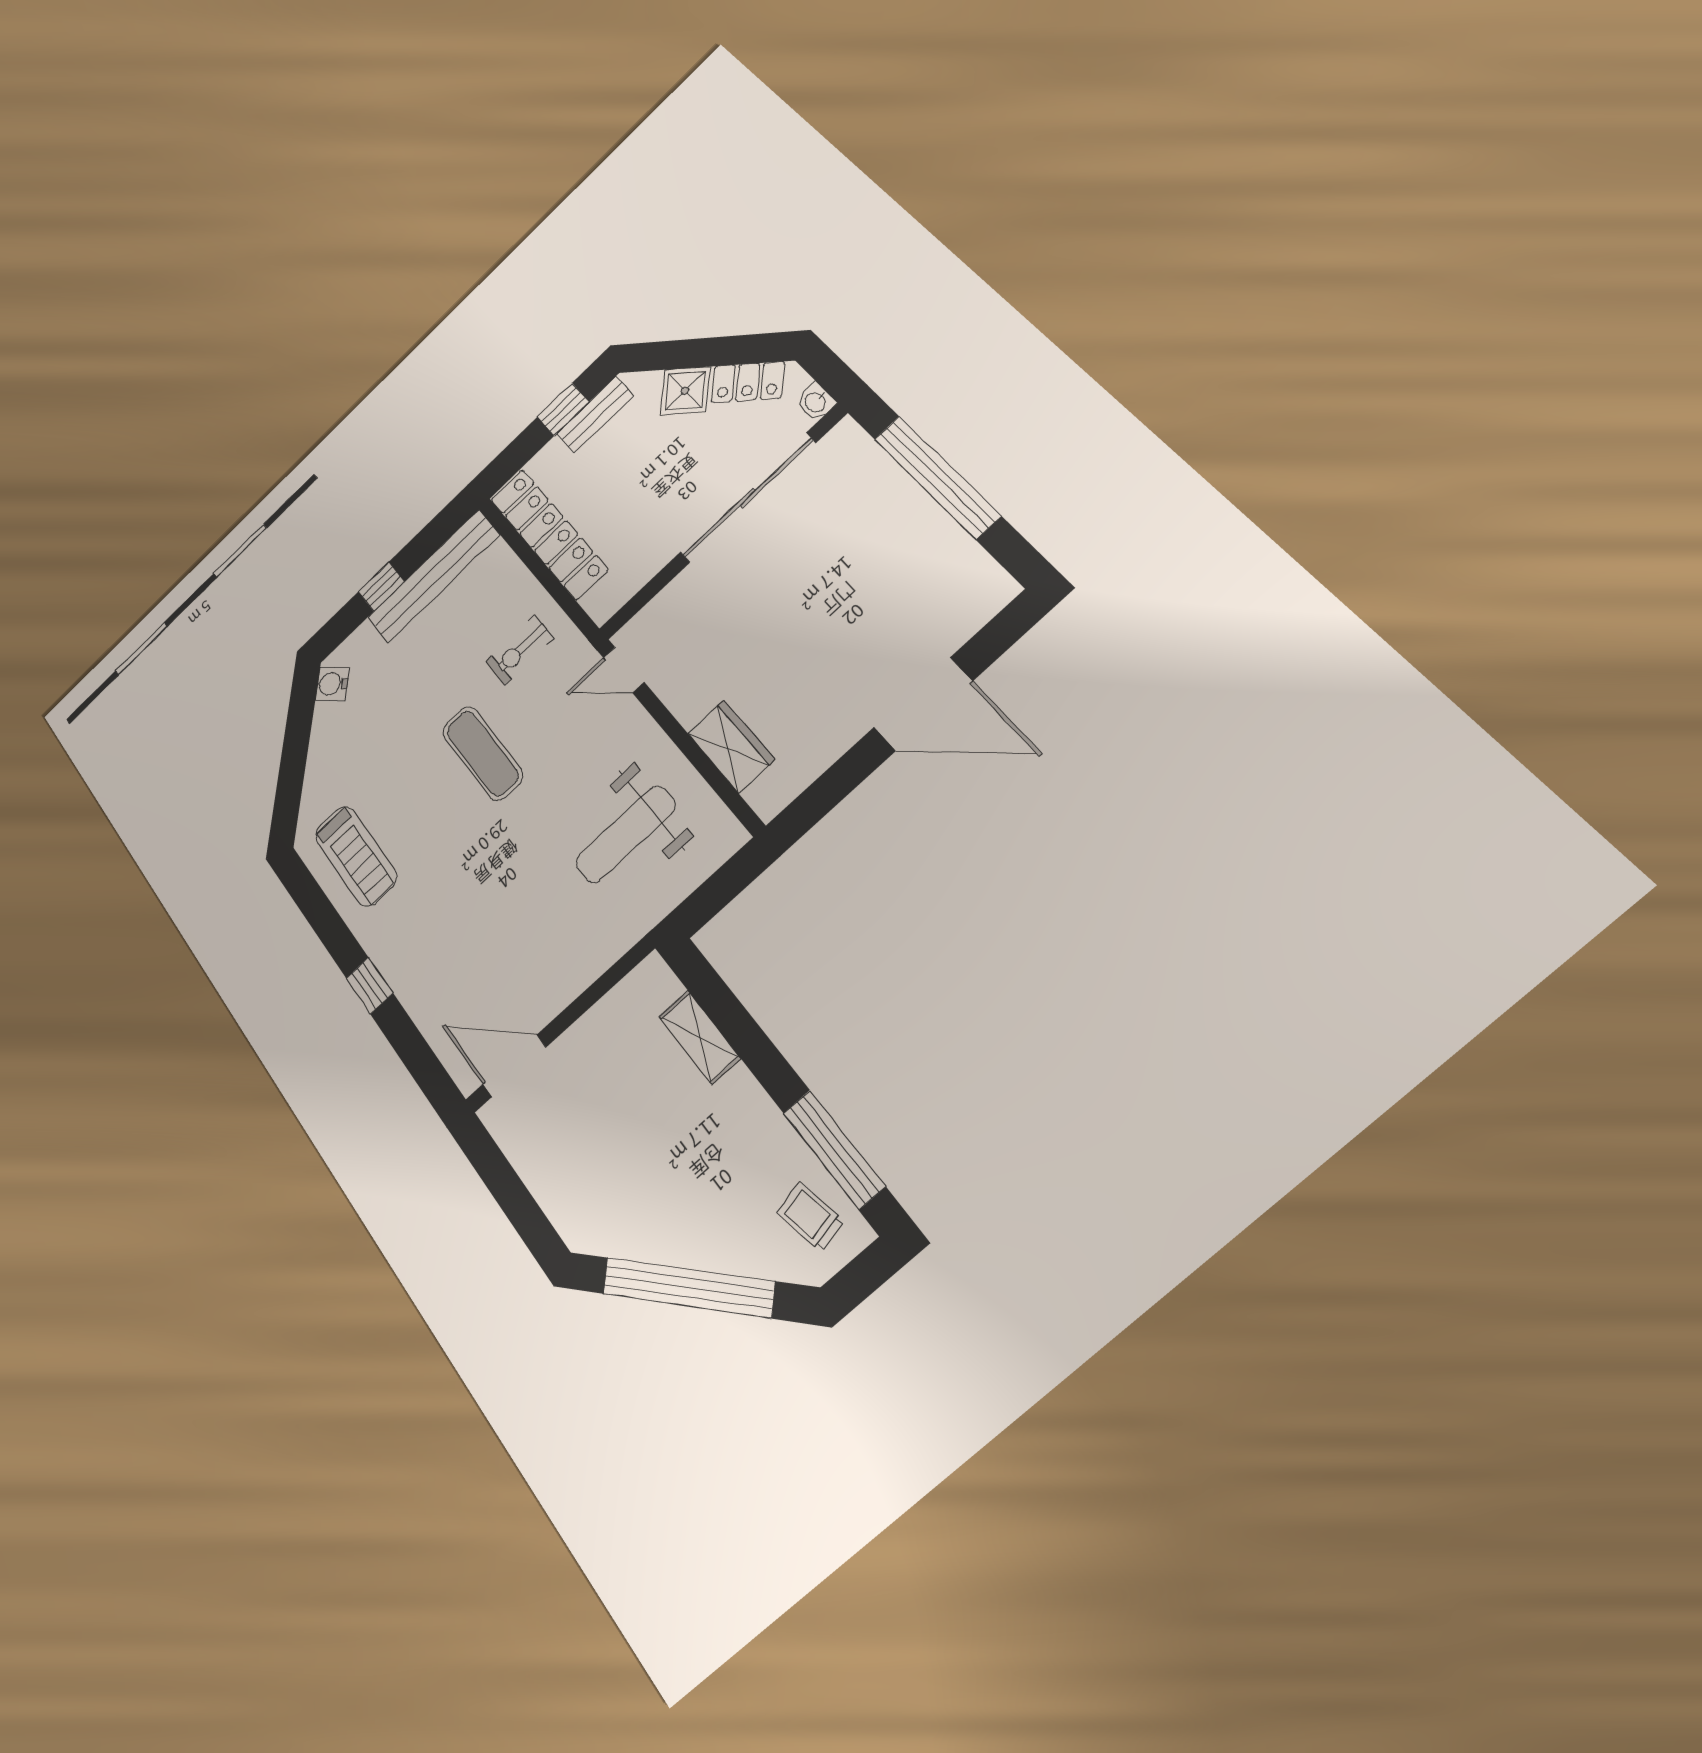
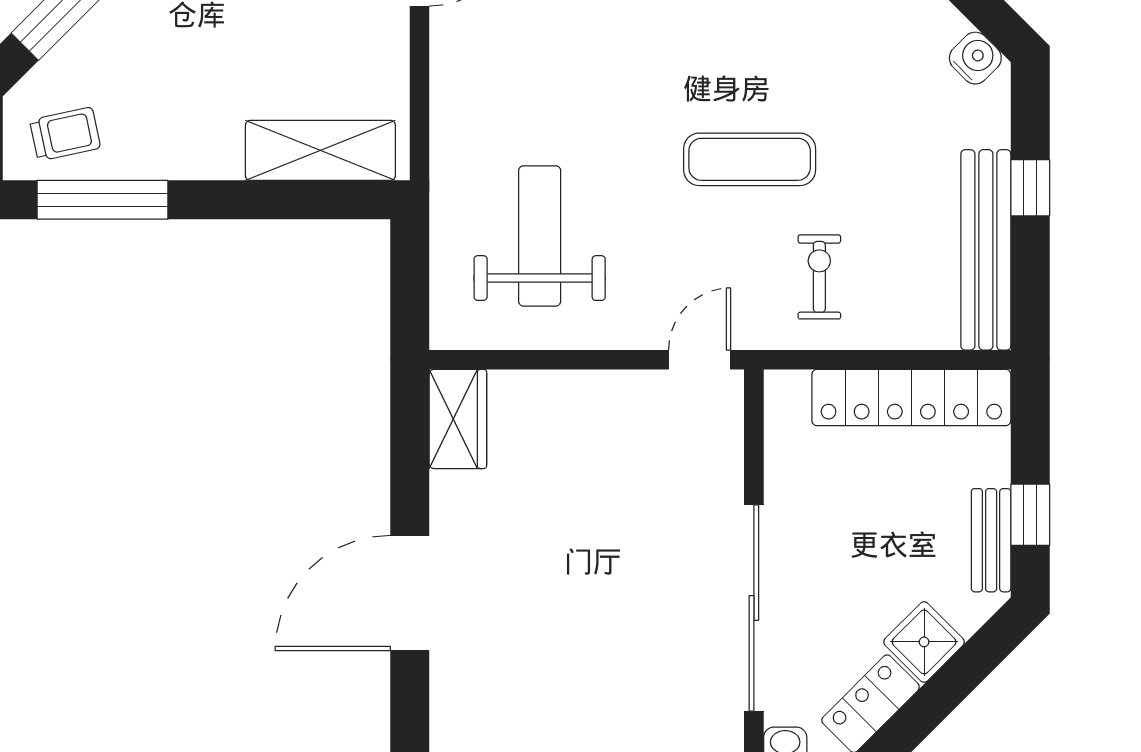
wardrobe: (731, 746) -> (458, 419), moved, turned -90
shelving: (700, 1037) -> (320, 150), width x1.50, depth x1.33

